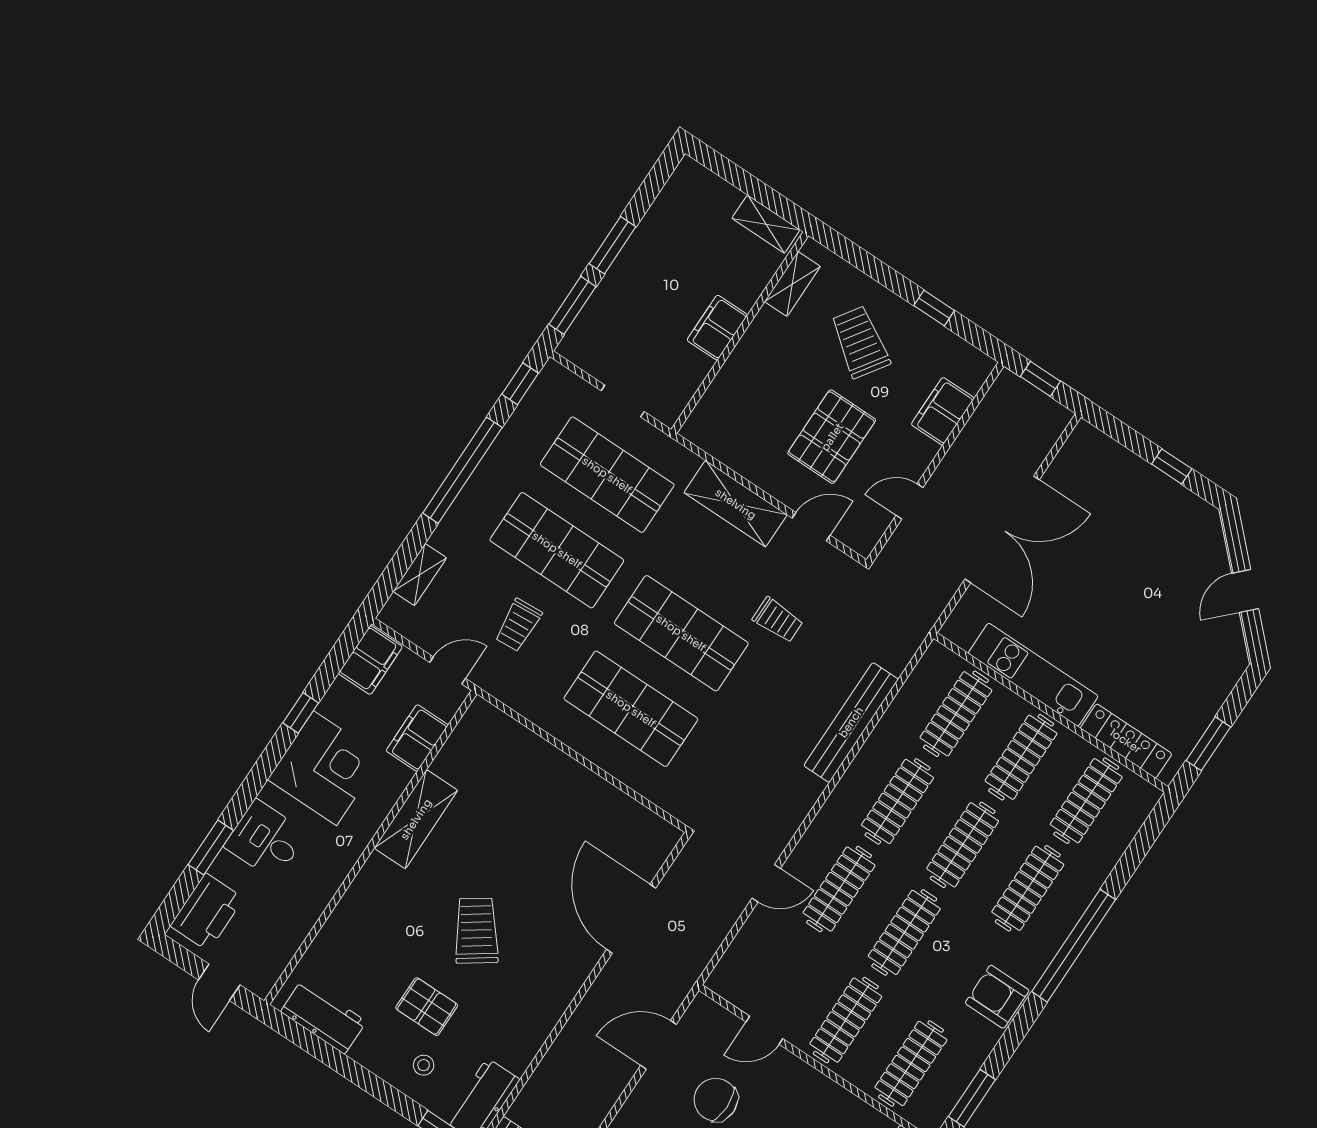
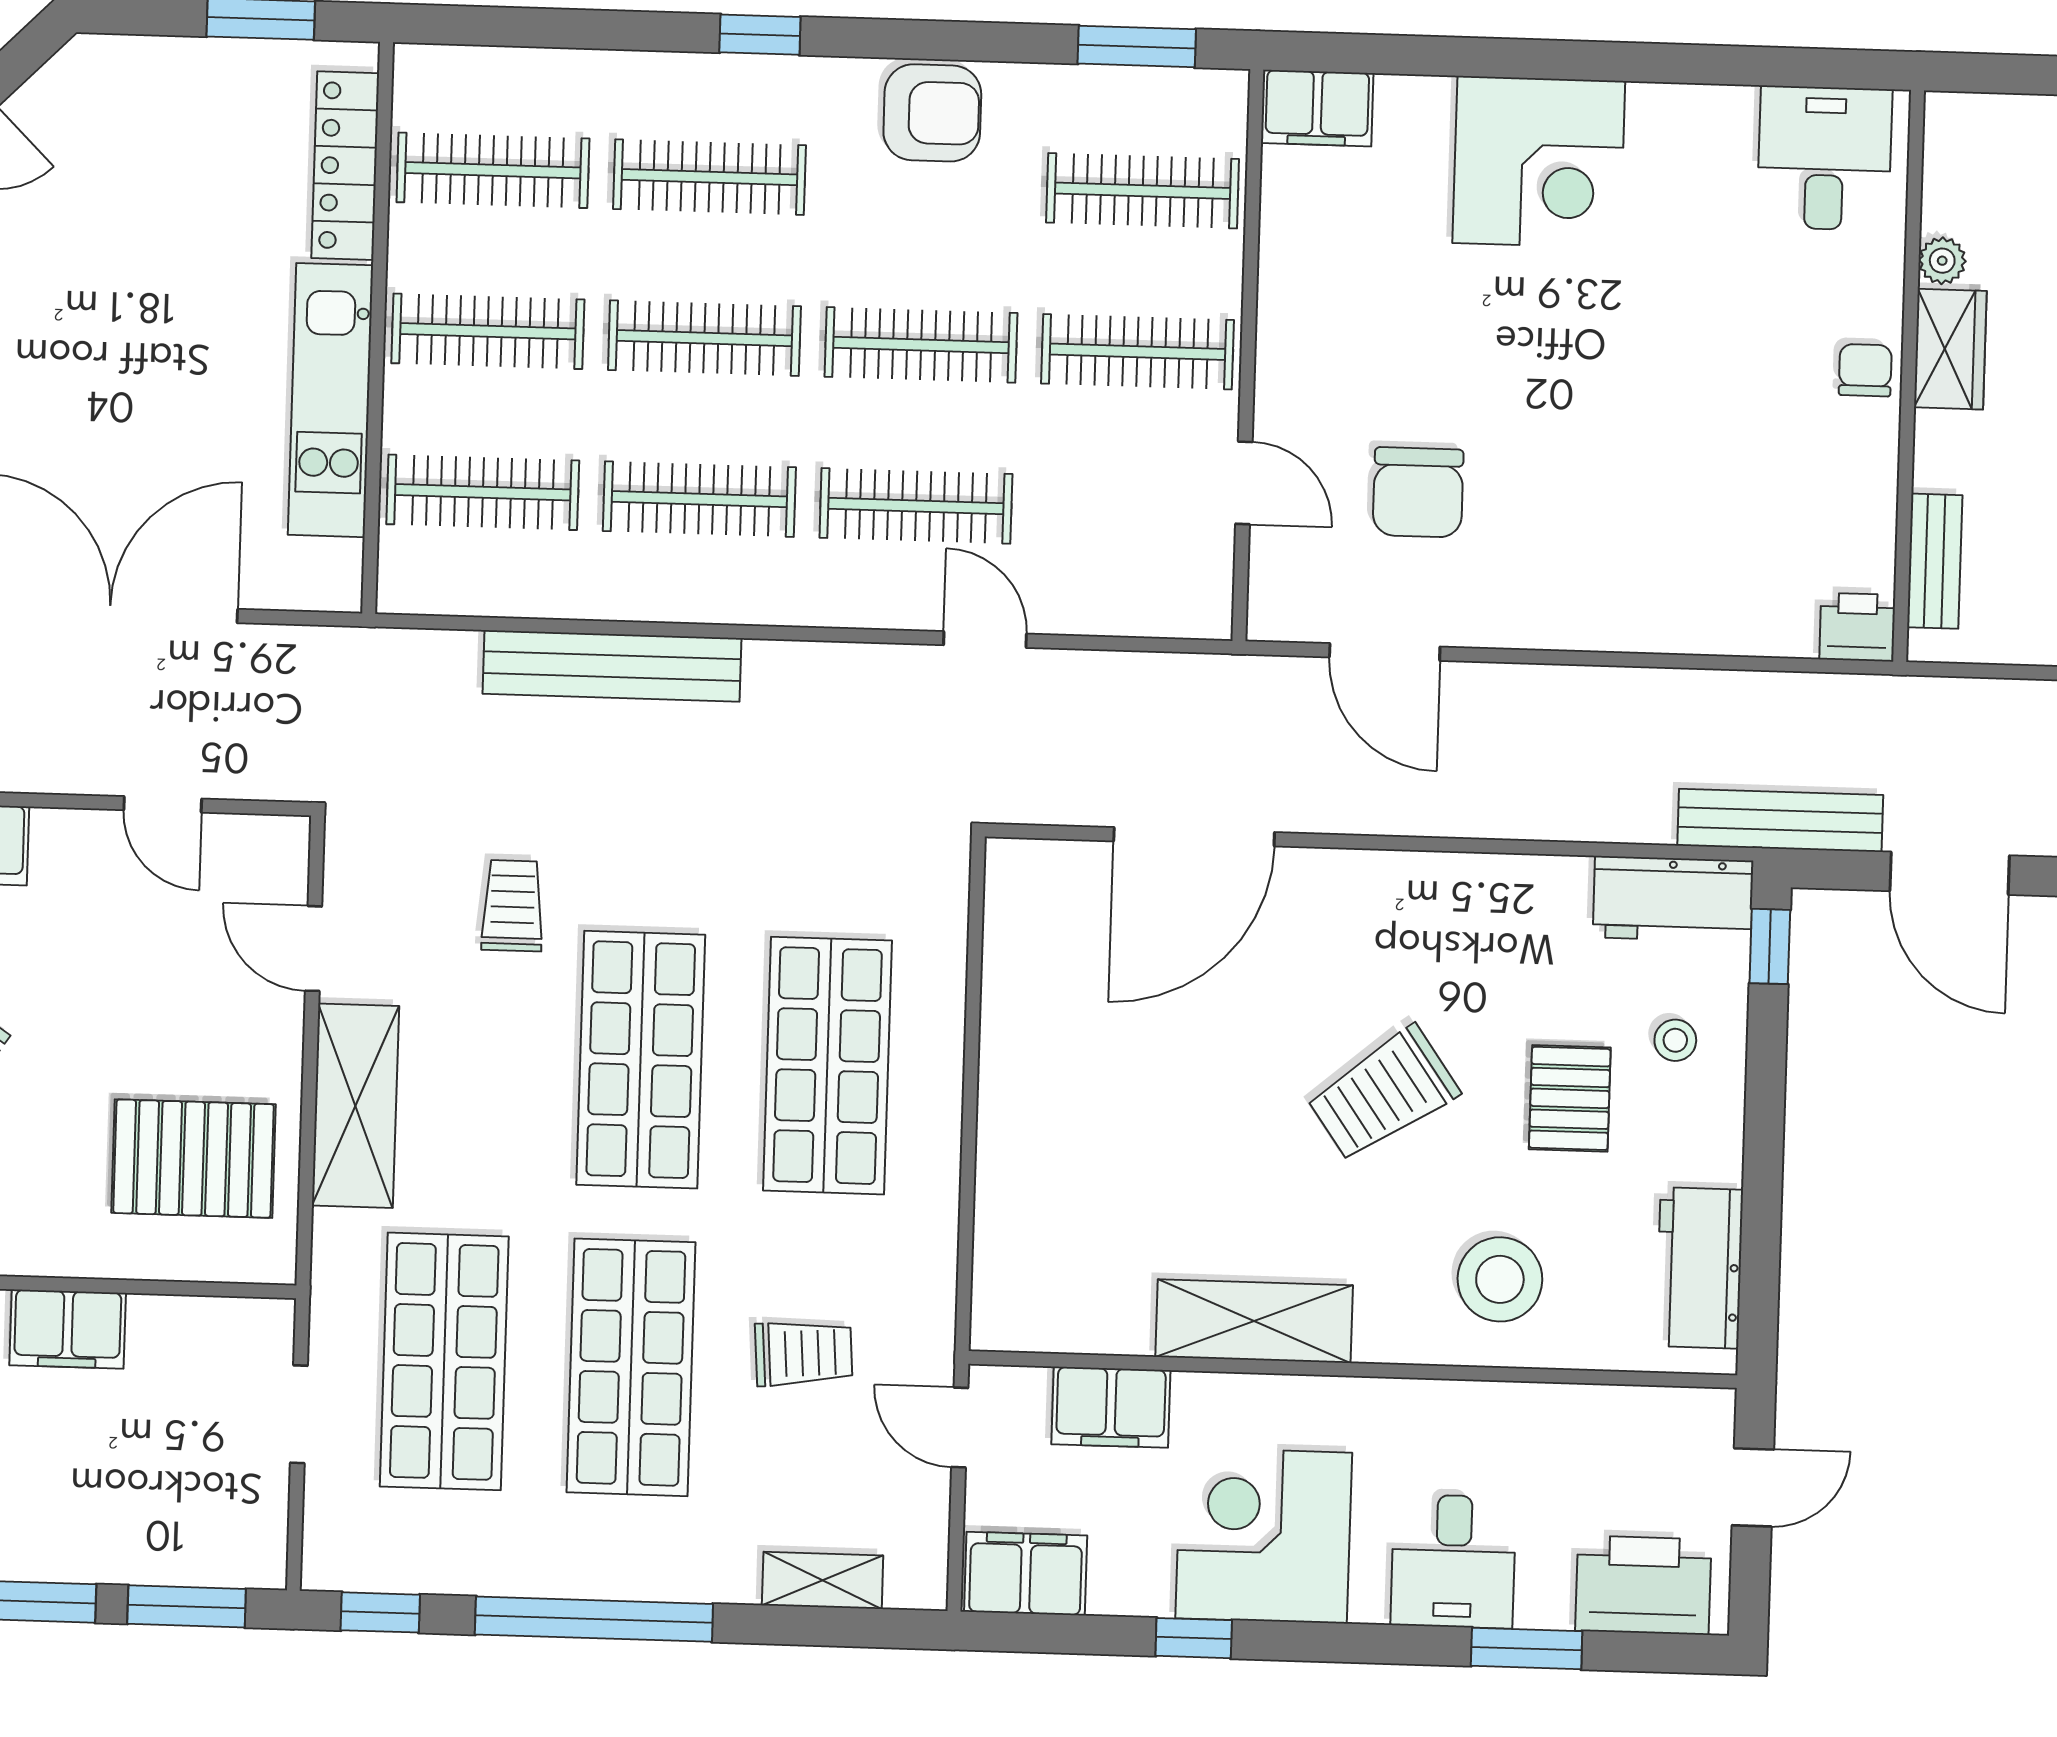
pallet: (832, 437) -> (194, 1159), moved
stool: (370, 931) -> (1500, 1279), added
window: (1074, 946) -> (760, 35), width x0.32
armchair: (997, 997) -> (932, 113), turned -90

